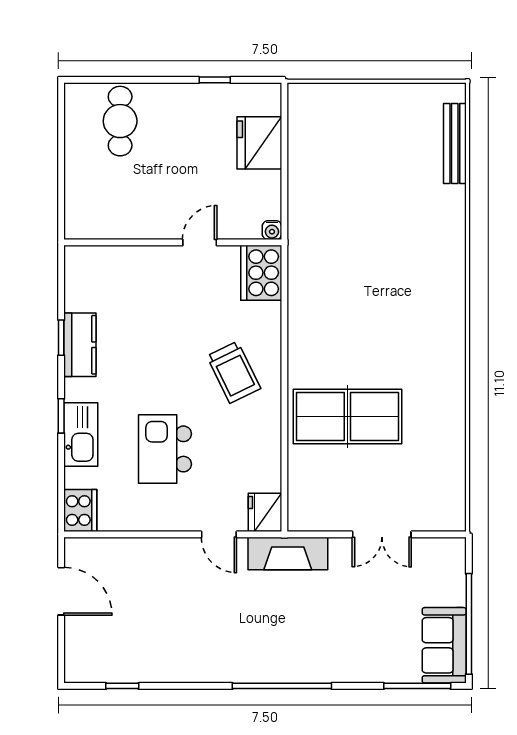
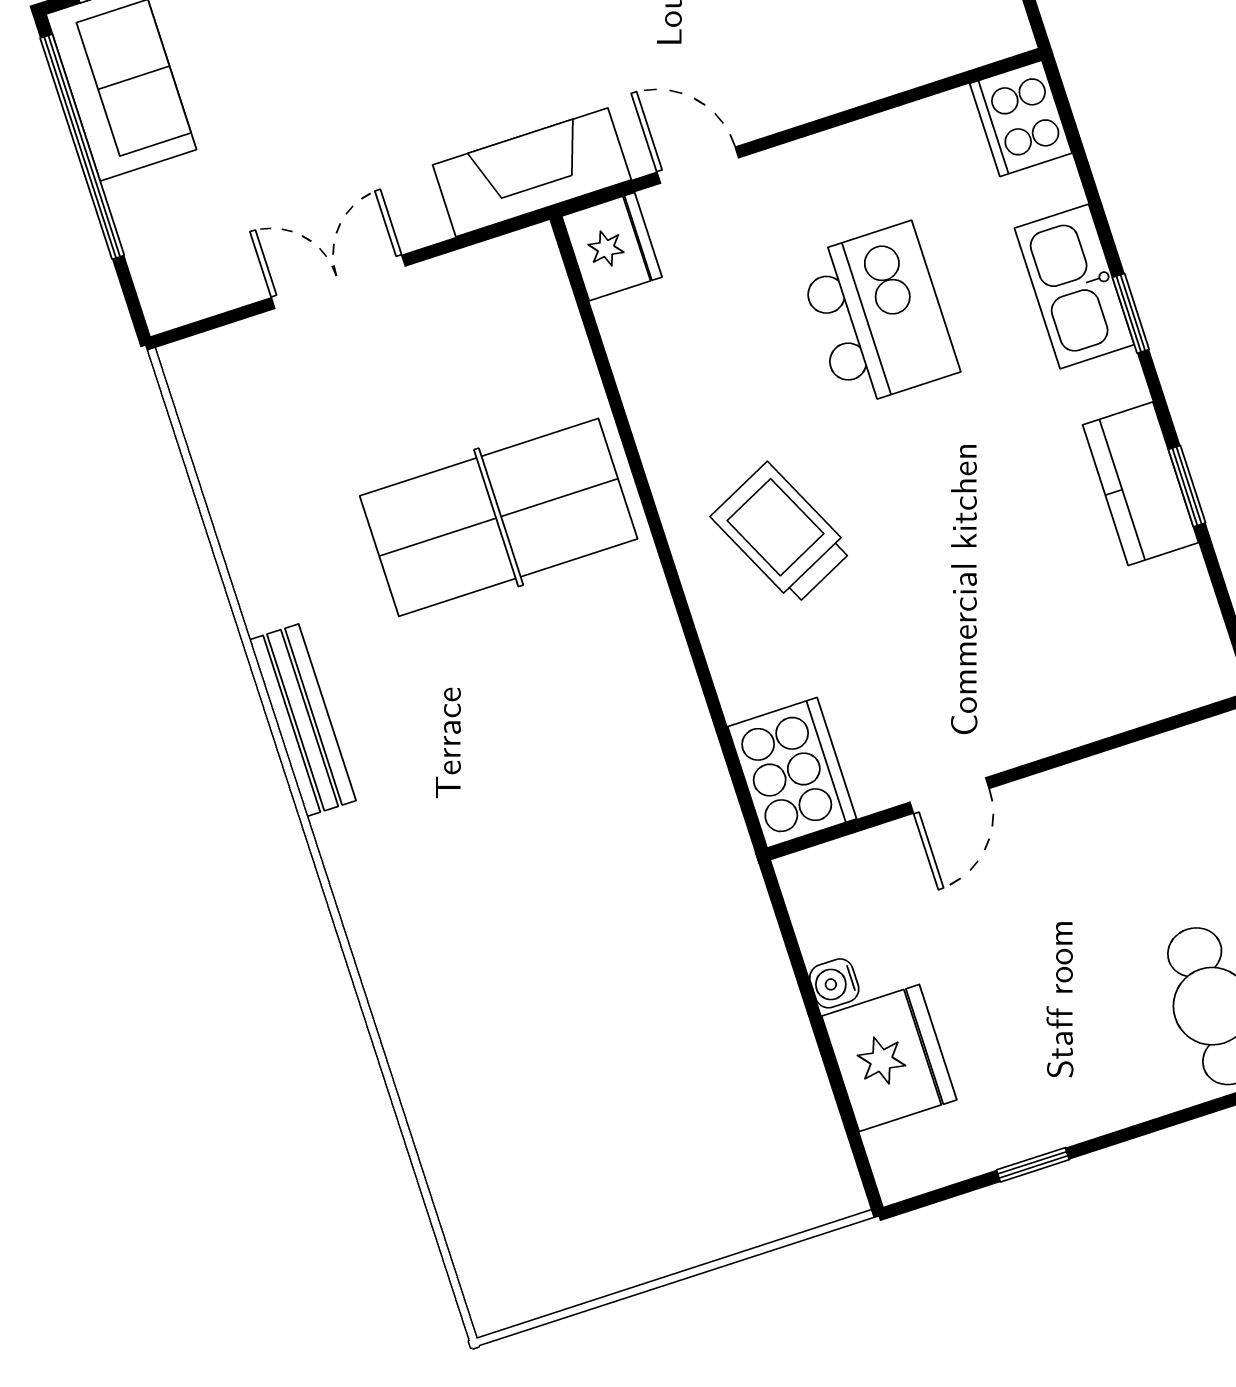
bench: (455, 143) -> (303, 720), moved
water cooler: (272, 230) -> (834, 983), moved, turned -90

